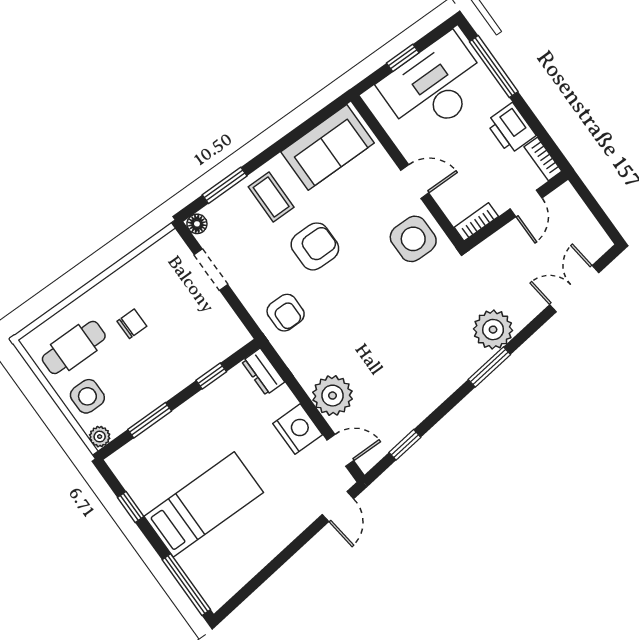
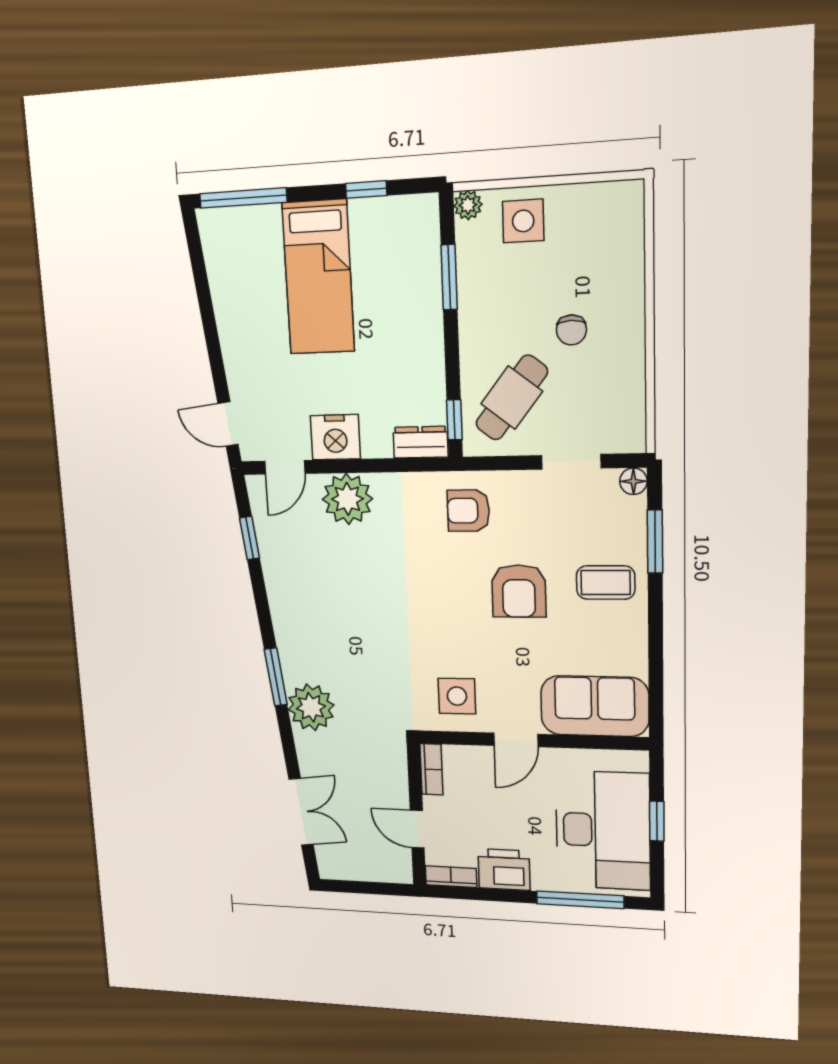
sofa: (327, 147) -> (595, 706), moved, turned 90
side table: (413, 239) -> (457, 696), width x0.73, depth x0.73
cafe table: (74, 347) -> (512, 398), moved, turned 38
window: (211, 376) -> (454, 420), moved

